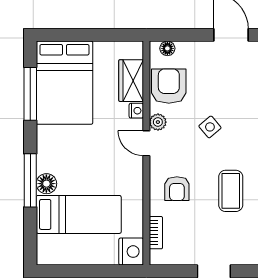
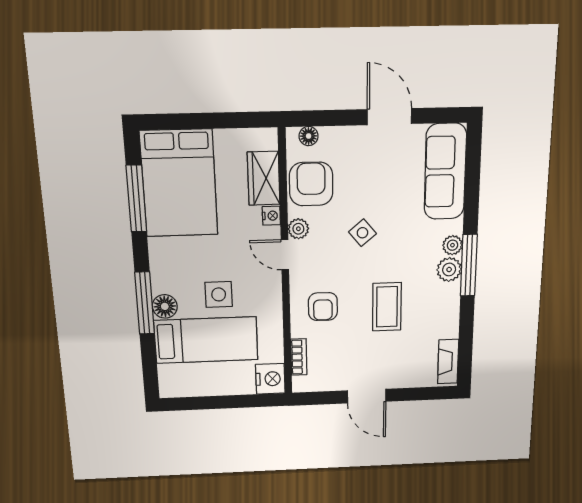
side table: (91, 175) -> (219, 294), added

